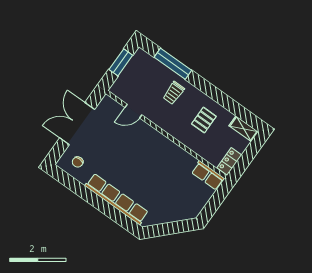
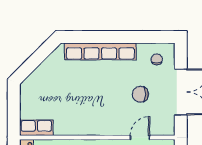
chair: (109, 144) -> (140, 94), added

